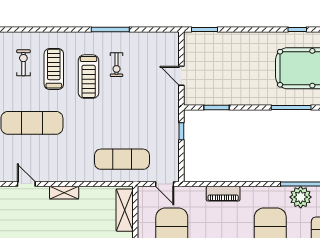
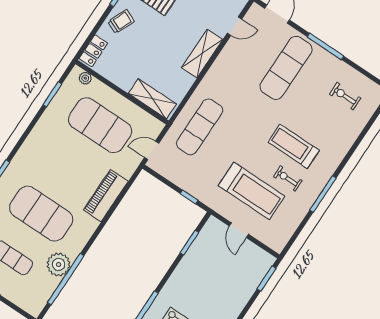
exercise bike: (23, 63) -> (345, 96), turned 180
treadmill: (54, 69) -> (252, 191), moved, width x1.37, depth x1.38
door: (181, 76) -> (239, 230), swing flipped
shelving: (64, 193) -> (202, 54), width x1.50, depth x1.33
piano: (223, 194) -> (106, 196), width x1.37, depth x1.33

